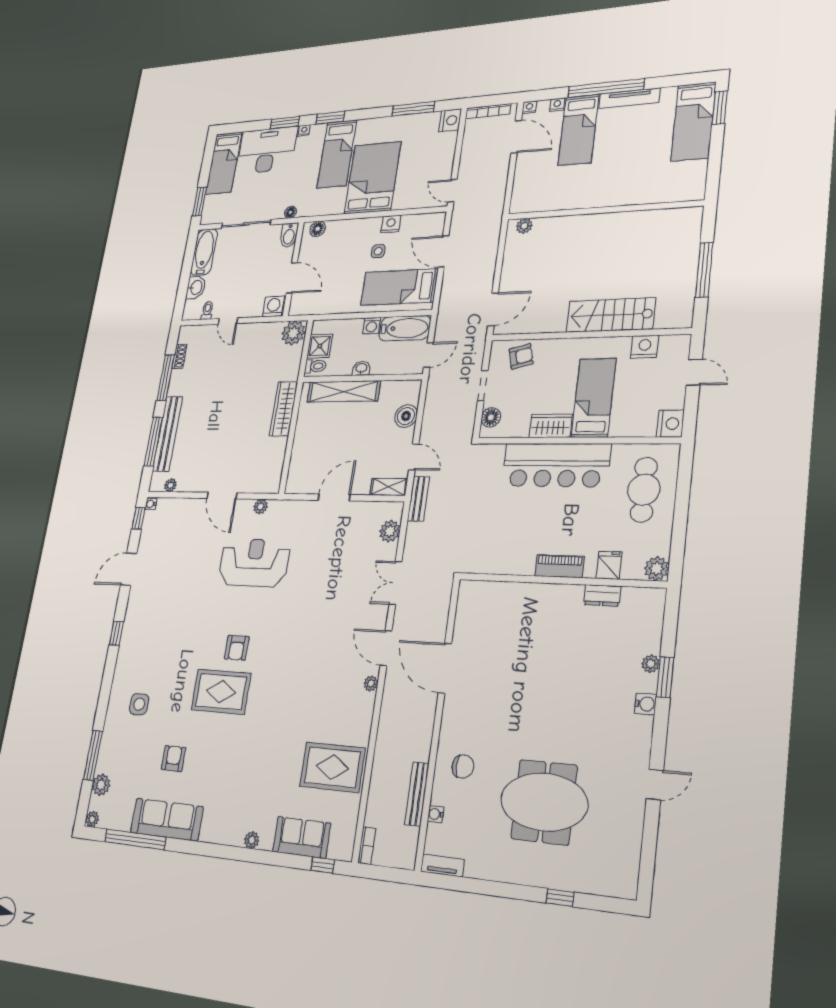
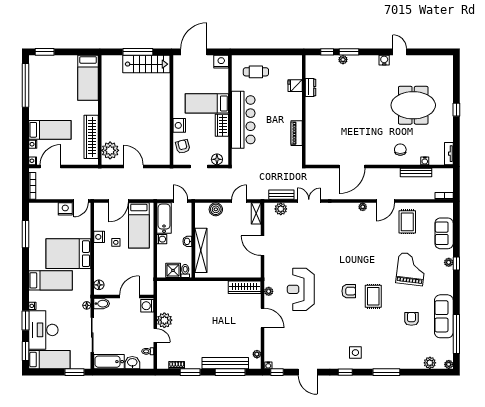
window: (606, 88) -> (25, 85), moved
tv unit: (629, 98) -> (33, 103), removed
window: (330, 118) -> (25, 351), moved
nightstand: (450, 120) -> (65, 209), moved
bed: (694, 121) -> (88, 78), moved, turned 90
wardrobe: (558, 199) -> (91, 137), added
plant: (524, 226) -> (110, 150), width x1.88, depth x1.88
door: (493, 309) -> (134, 166), moved
stairs: (611, 315) -> (146, 64), moved, turned -90
door: (228, 321) -> (155, 335), hinge flipped
plant: (293, 333) -> (164, 320), moved
nightstand: (645, 347) -> (179, 125), moved
door: (694, 372) -> (194, 52), width x1.88
window: (166, 378) -> (190, 372), width x0.69
wardrobe: (284, 409) -> (245, 287), moved
cafe table: (644, 490) -> (256, 72), width x0.73, depth x0.74
door: (222, 496) -> (263, 318), hinge flipped
bench: (418, 499) -> (281, 195), moved
piano: (559, 566) -> (297, 133), moved
plant: (656, 569) -> (296, 61), removed
double door: (395, 583) -> (309, 201), swing flipped
window: (669, 632) -> (327, 52), added
door: (386, 648) -> (385, 201), moved
rug: (221, 692) -> (373, 296), width x0.73, depth x0.70
side table: (139, 704) -> (355, 353), moved
water cooler: (645, 704) -> (384, 60), moved
window: (93, 755) -> (386, 372), moved
armchair: (173, 759) -> (411, 319), turned 90
grand piano: (252, 766) -> (411, 269), added
rug: (332, 767) -> (407, 222), width x0.73, depth x0.70
meeting table: (544, 802) -> (413, 105), turned 90
window: (323, 865) -> (456, 264), moved
window: (560, 898) -> (456, 110), moved

